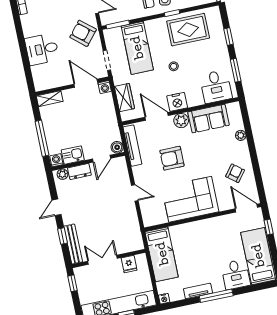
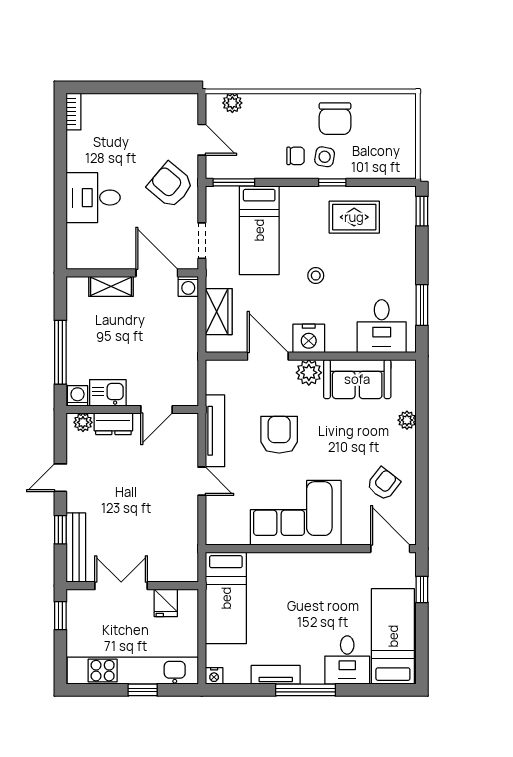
rug: (188, 30) -> (354, 217), width x0.73, depth x0.70
window: (228, 36) -> (422, 211), moved
shelving: (50, 99) -> (111, 286), moved
tv unit: (132, 146) -> (215, 431), moved
boiler: (117, 147) -> (188, 395), removed
armchair: (172, 158) -> (279, 435), turned 90

